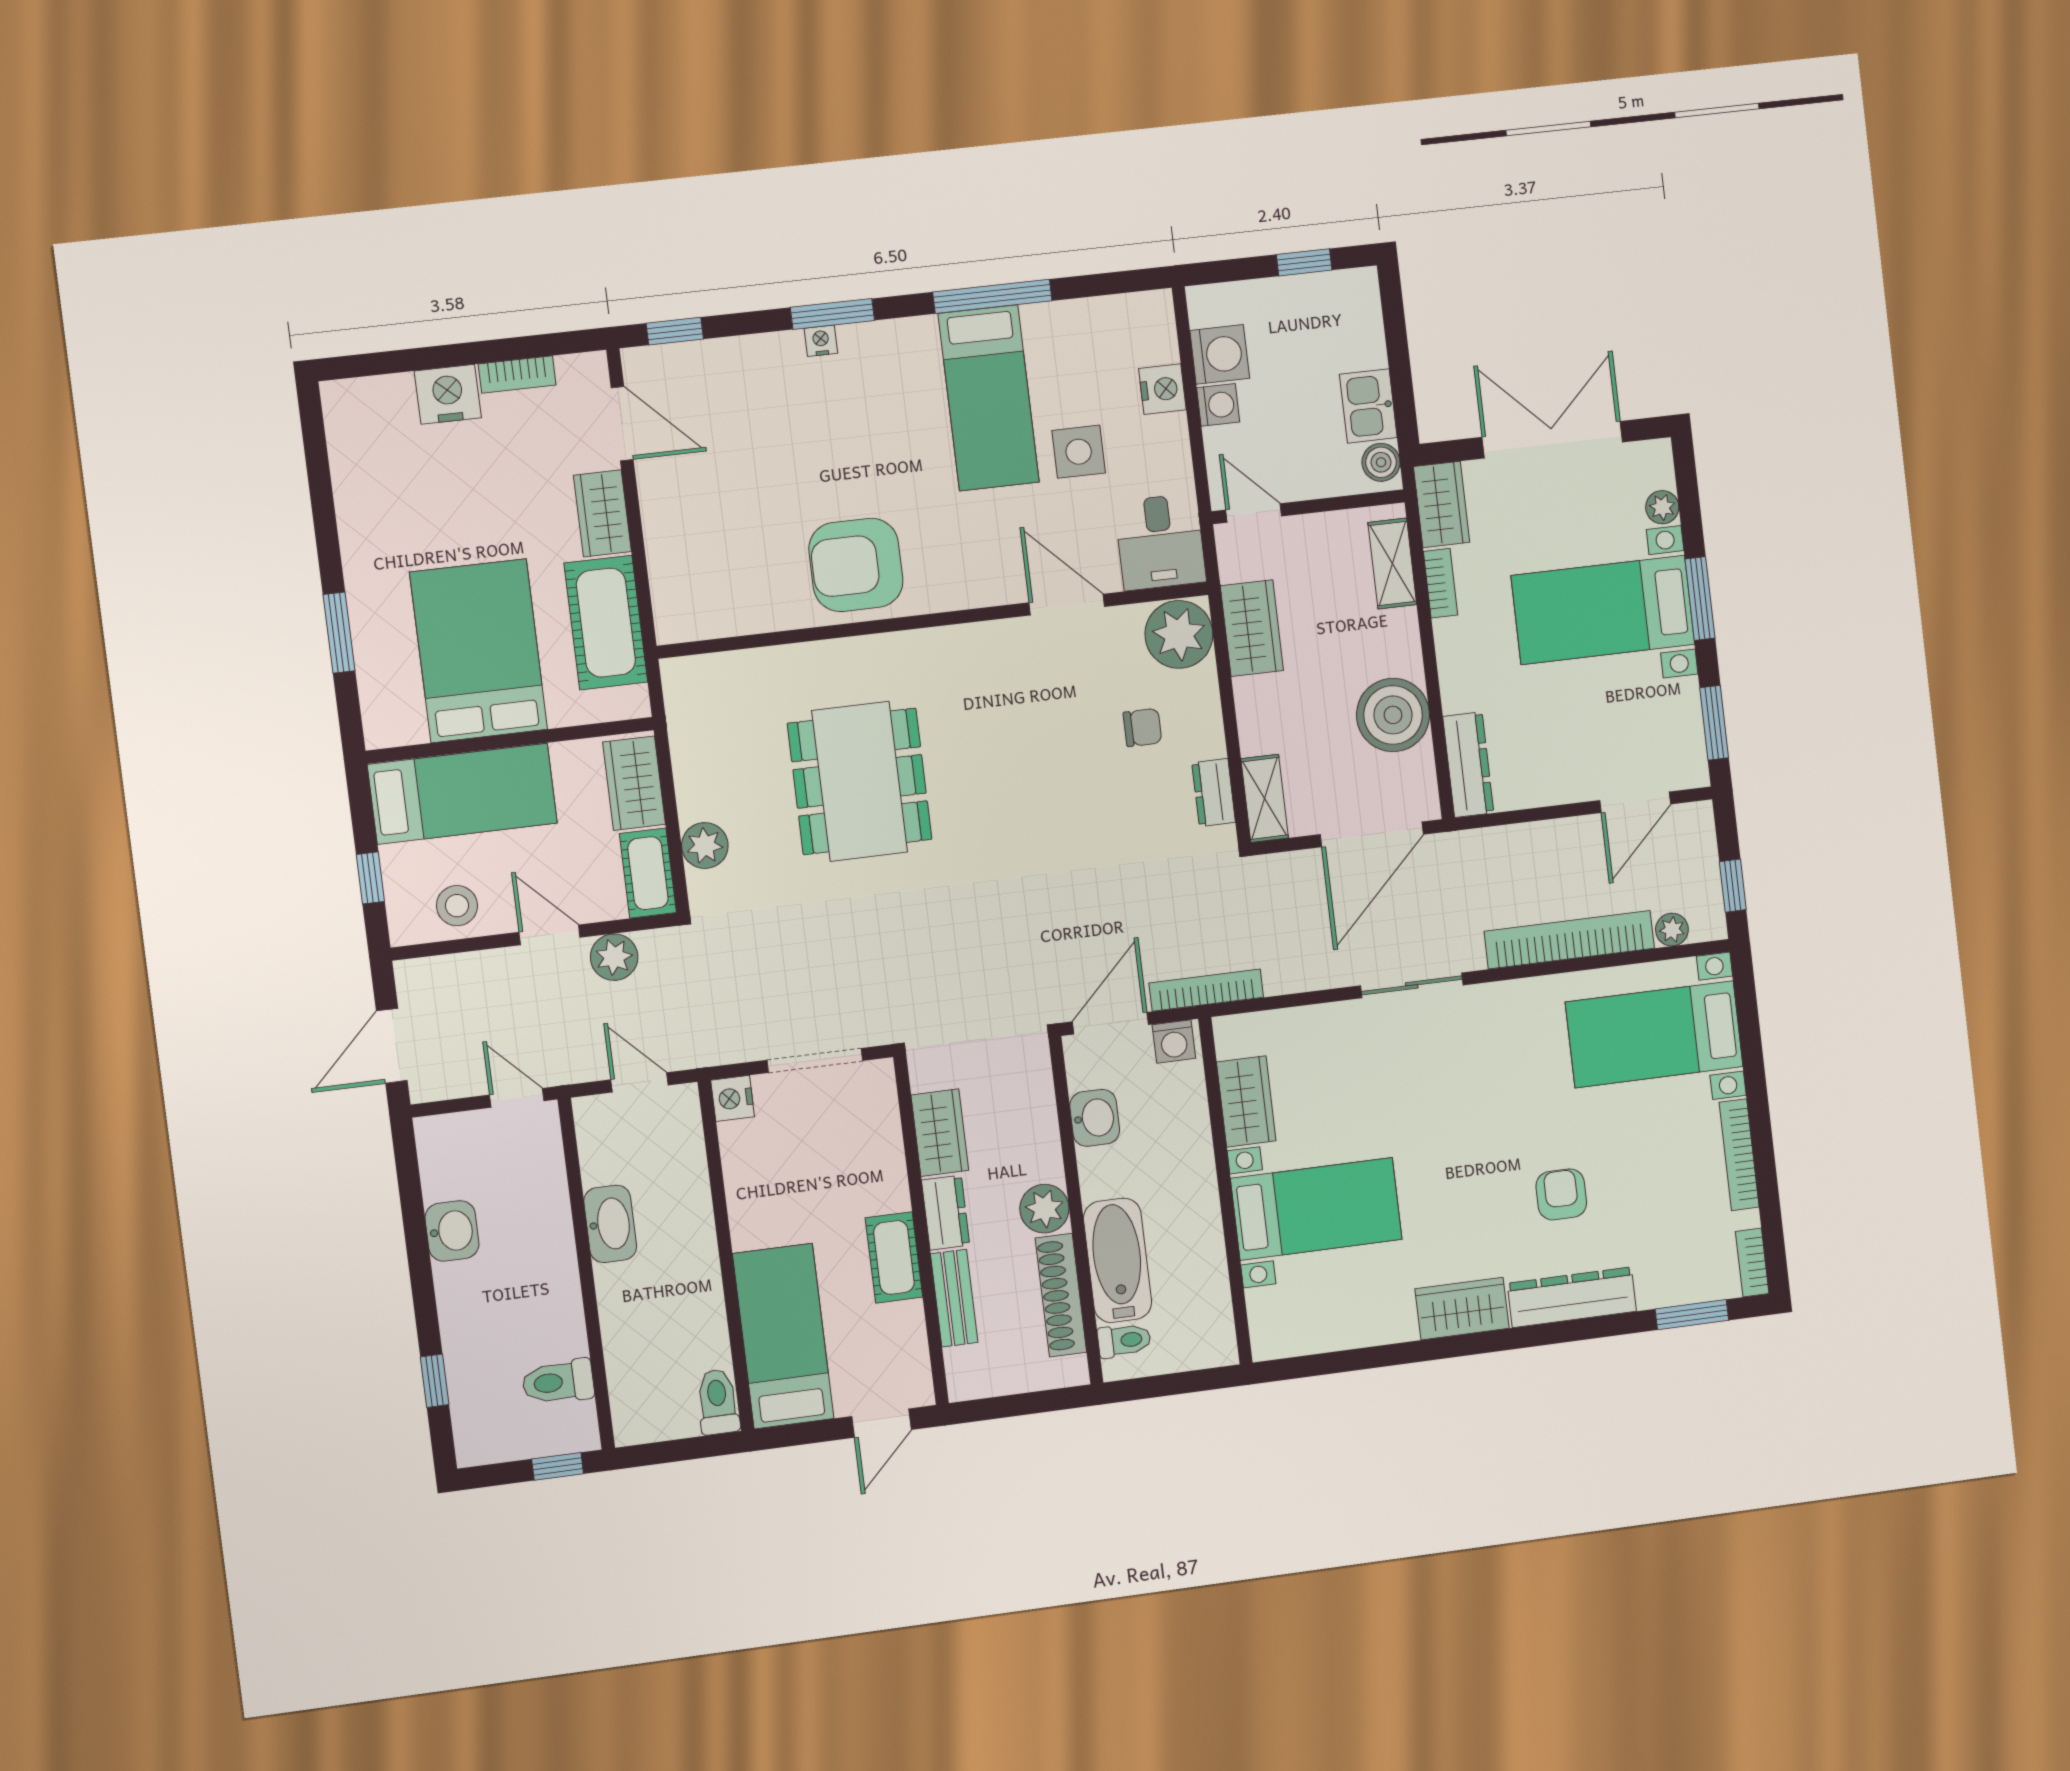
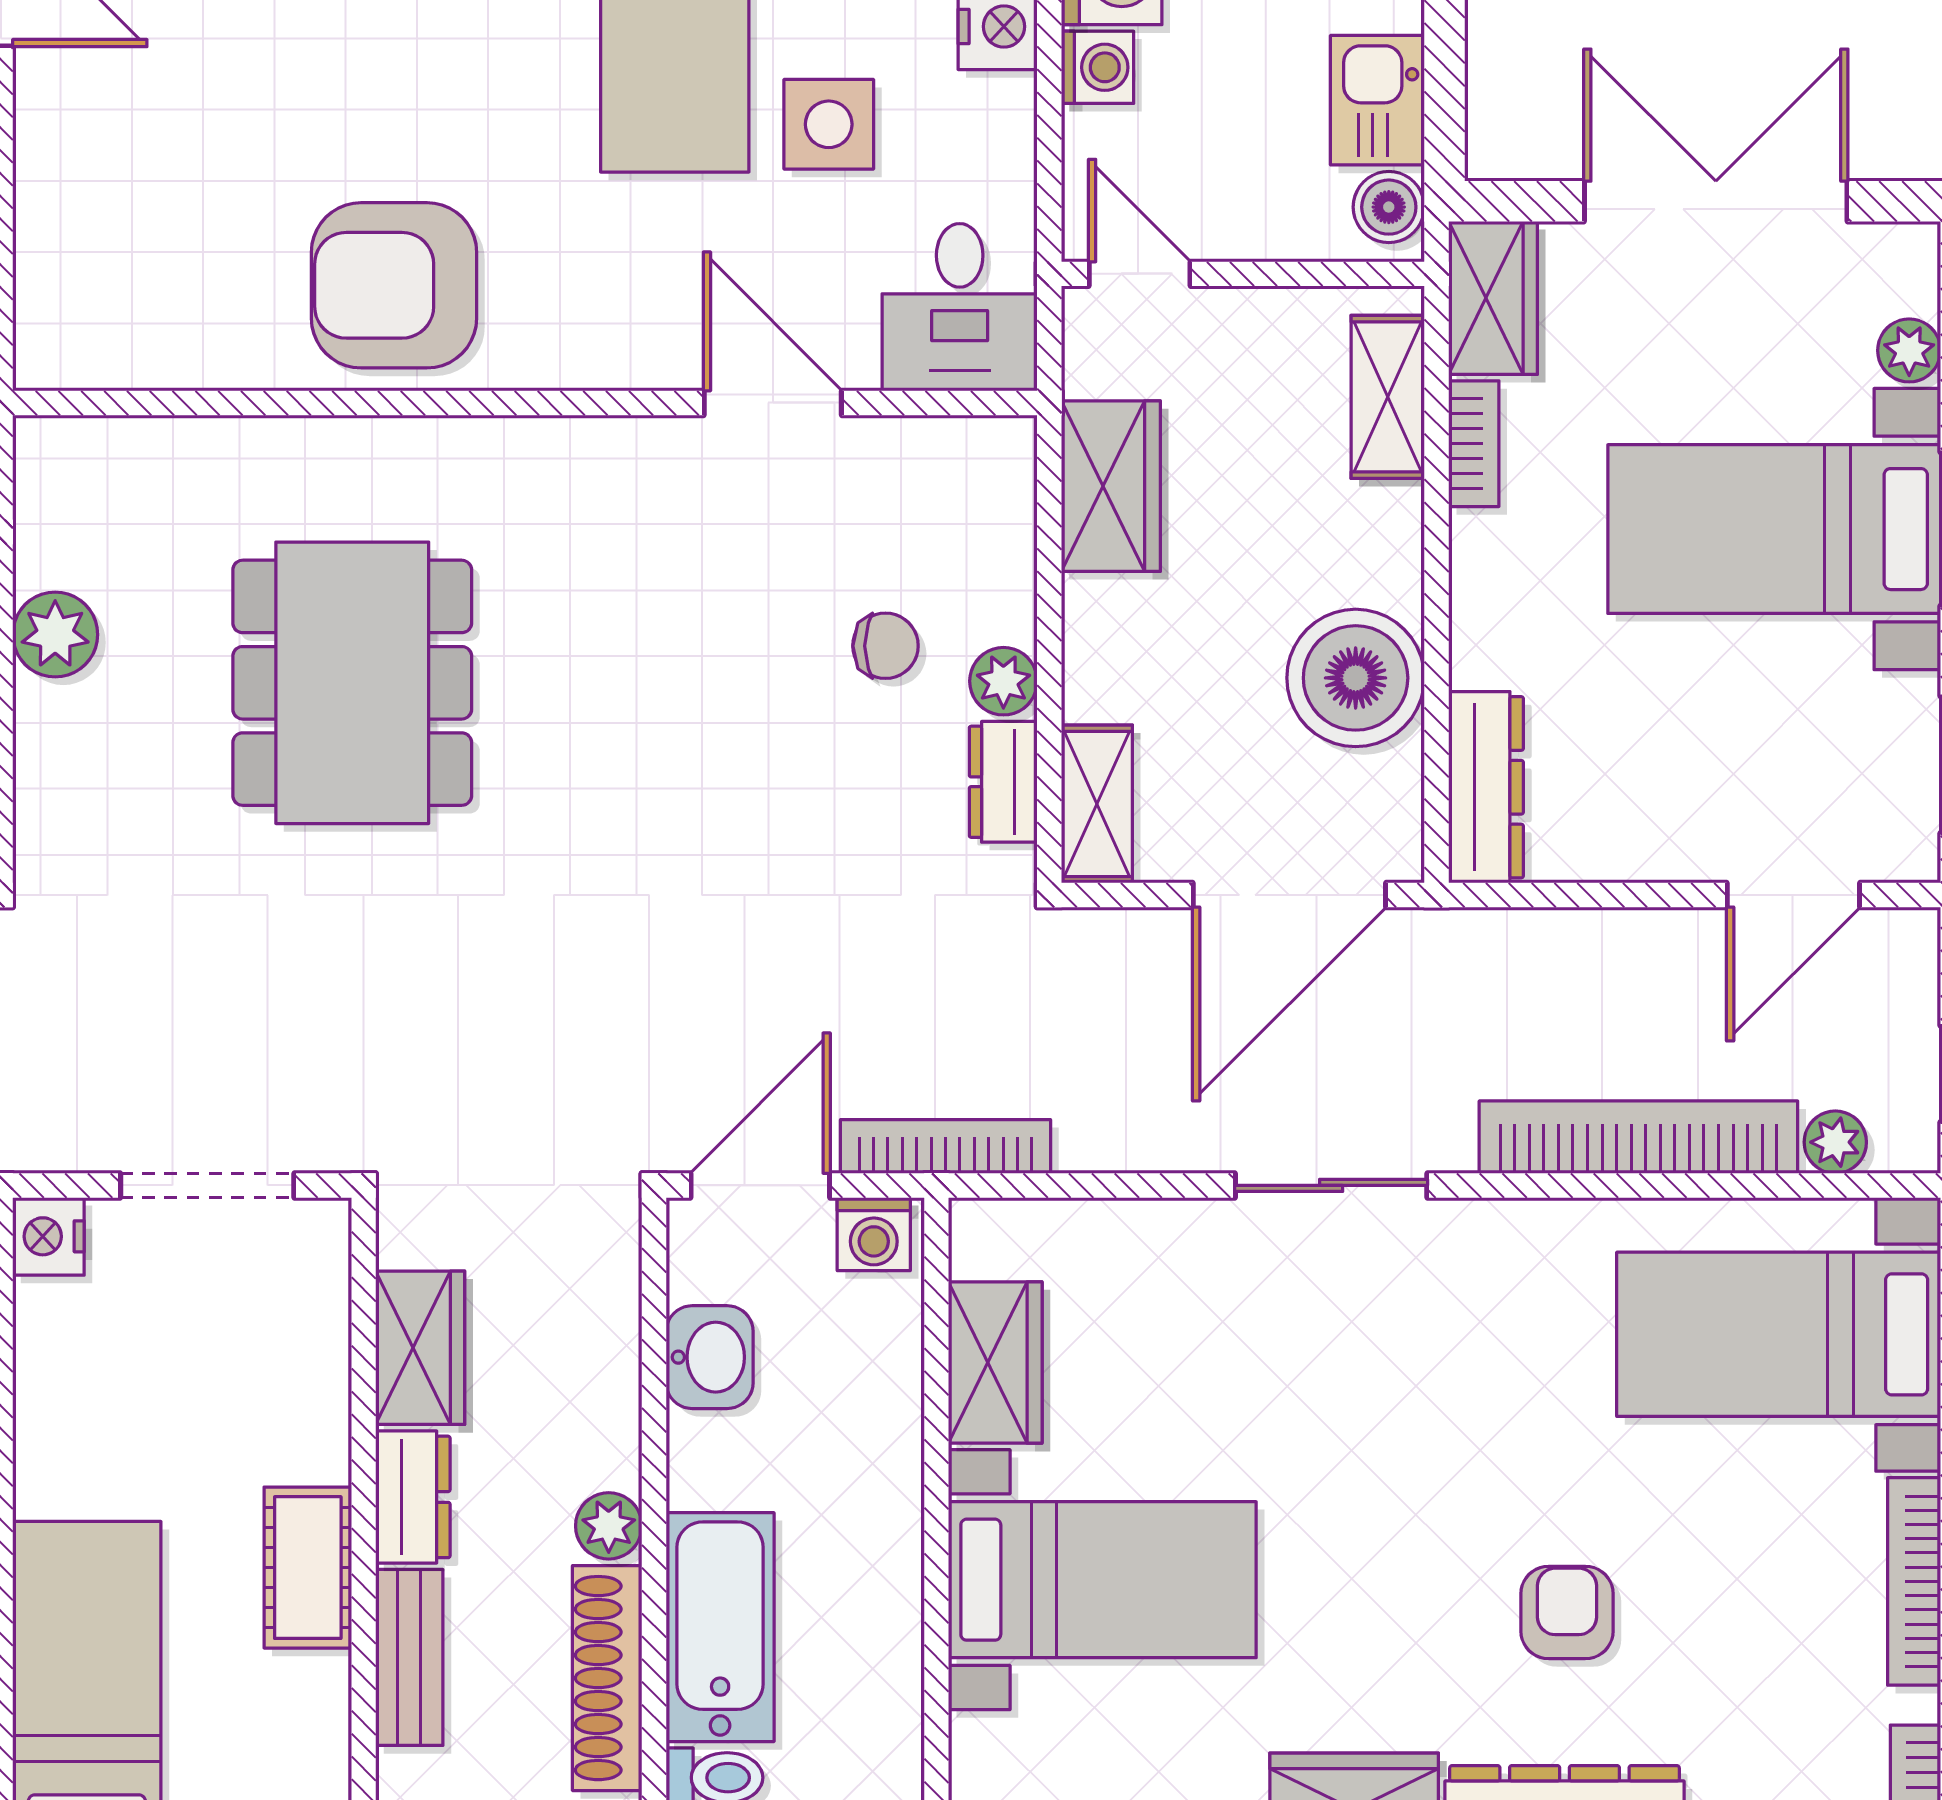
plant: (1179, 634) -> (1003, 681), moved, width x0.53, depth x0.53
plant: (705, 846) -> (55, 635), moved
plant: (1044, 1209) -> (609, 1526), width x0.73, depth x0.73

